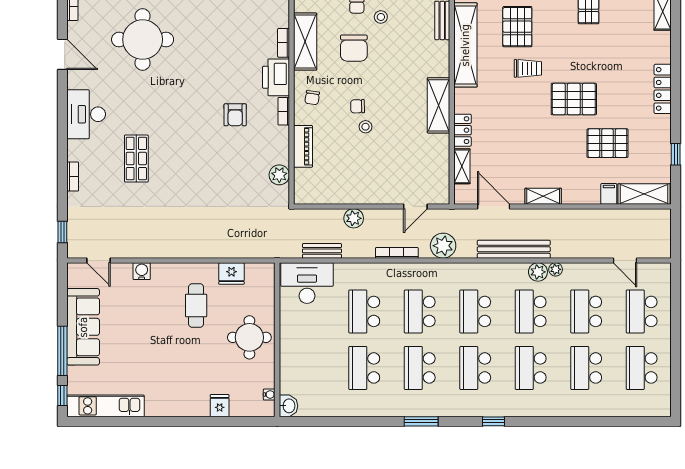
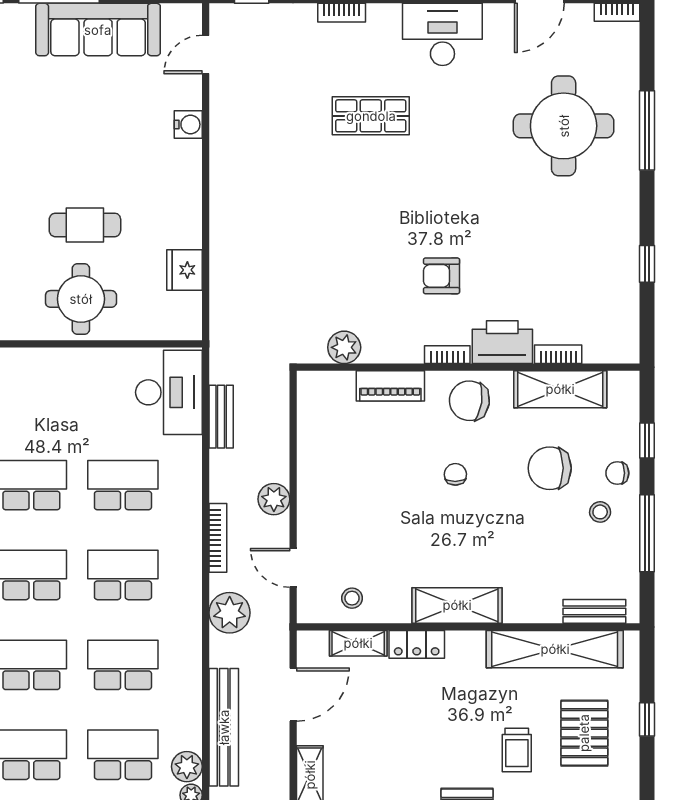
pallet: (517, 27) -> (584, 733), turned 90
chair: (312, 98) -> (469, 401), width x1.87, depth x1.87
stool: (365, 127) -> (352, 598), moved
plant: (354, 218) -> (274, 499), moved
cafe table: (196, 305) -> (85, 225), moved

